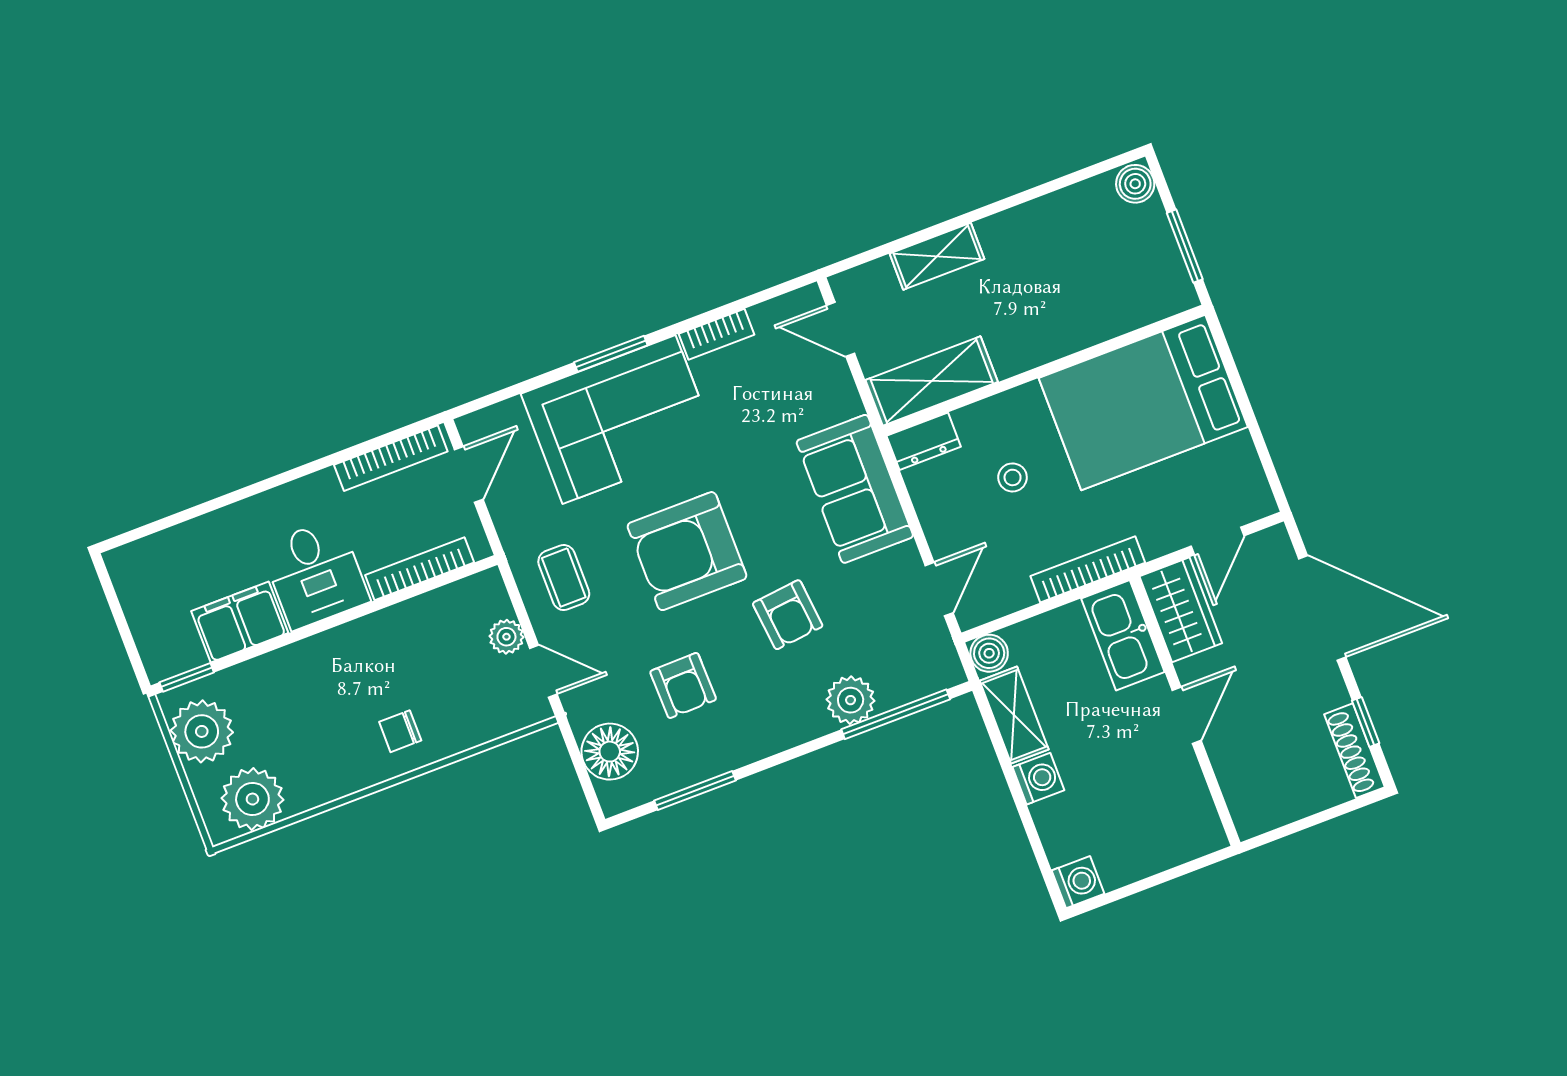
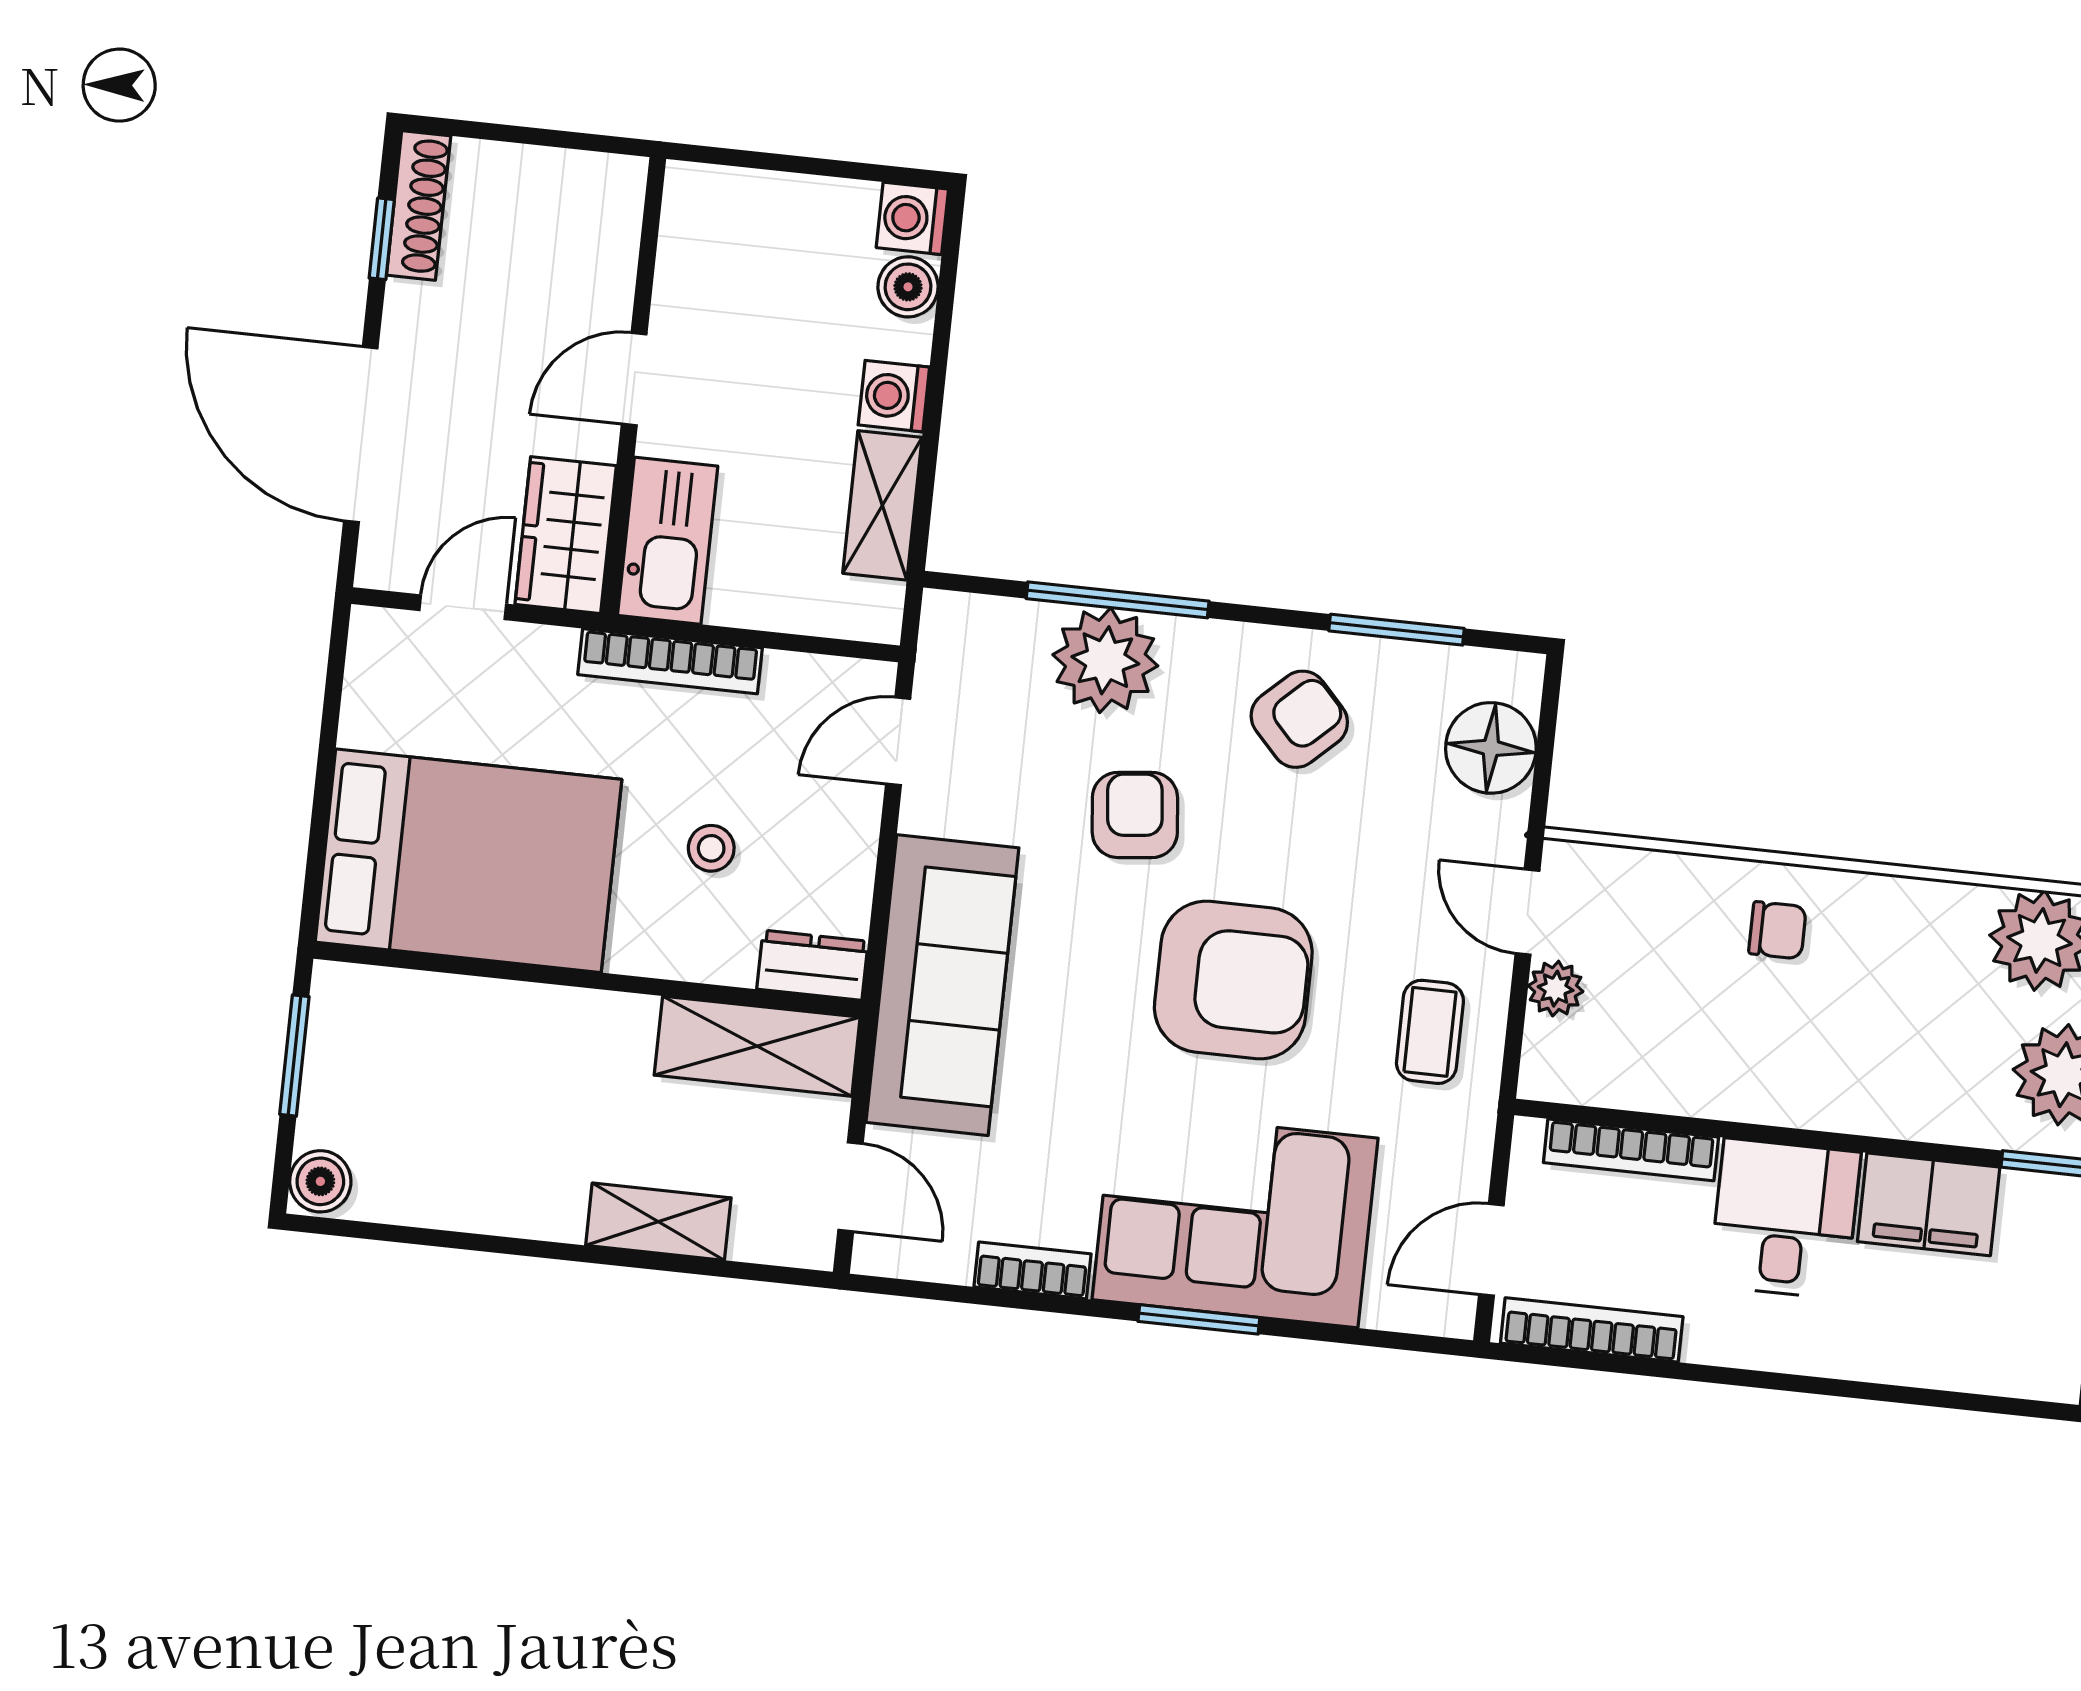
sofa: (855, 489) -> (942, 985), width x1.36
boiler: (989, 653) -> (908, 287), moved
armchair: (683, 685) -> (1299, 719), moved, turned 48
plant: (851, 700) -> (1105, 660), width x1.36, depth x1.36
window: (896, 714) -> (1118, 600), moved

